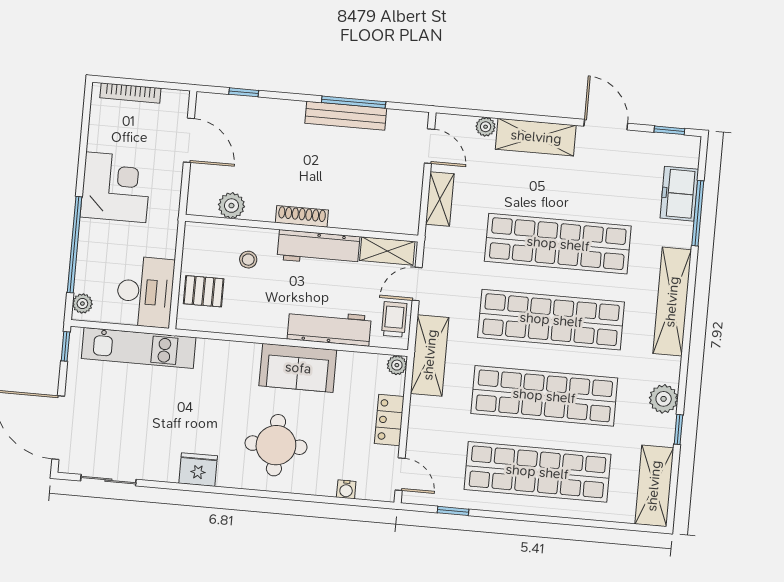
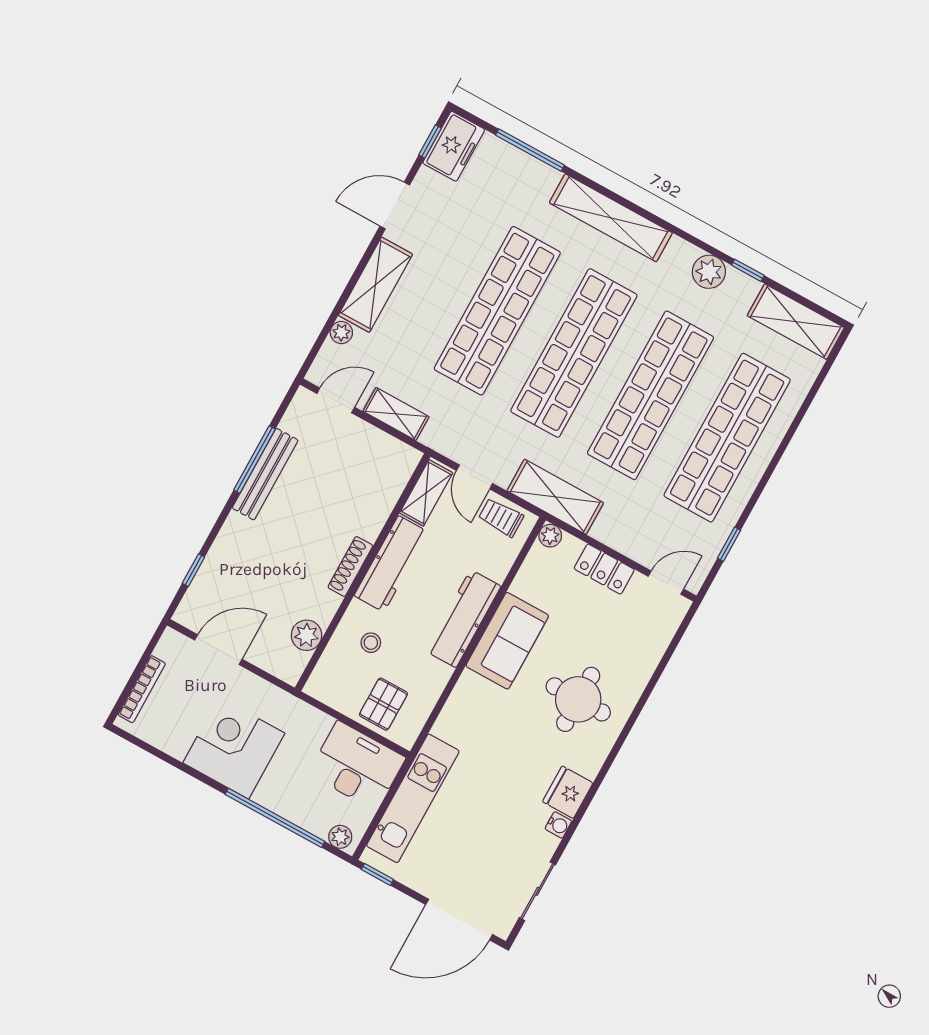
freezer: (679, 194) -> (454, 146), moved, turned -90
workbench: (329, 328) -> (463, 619), moved
water cooler: (346, 489) -> (558, 825), moved

